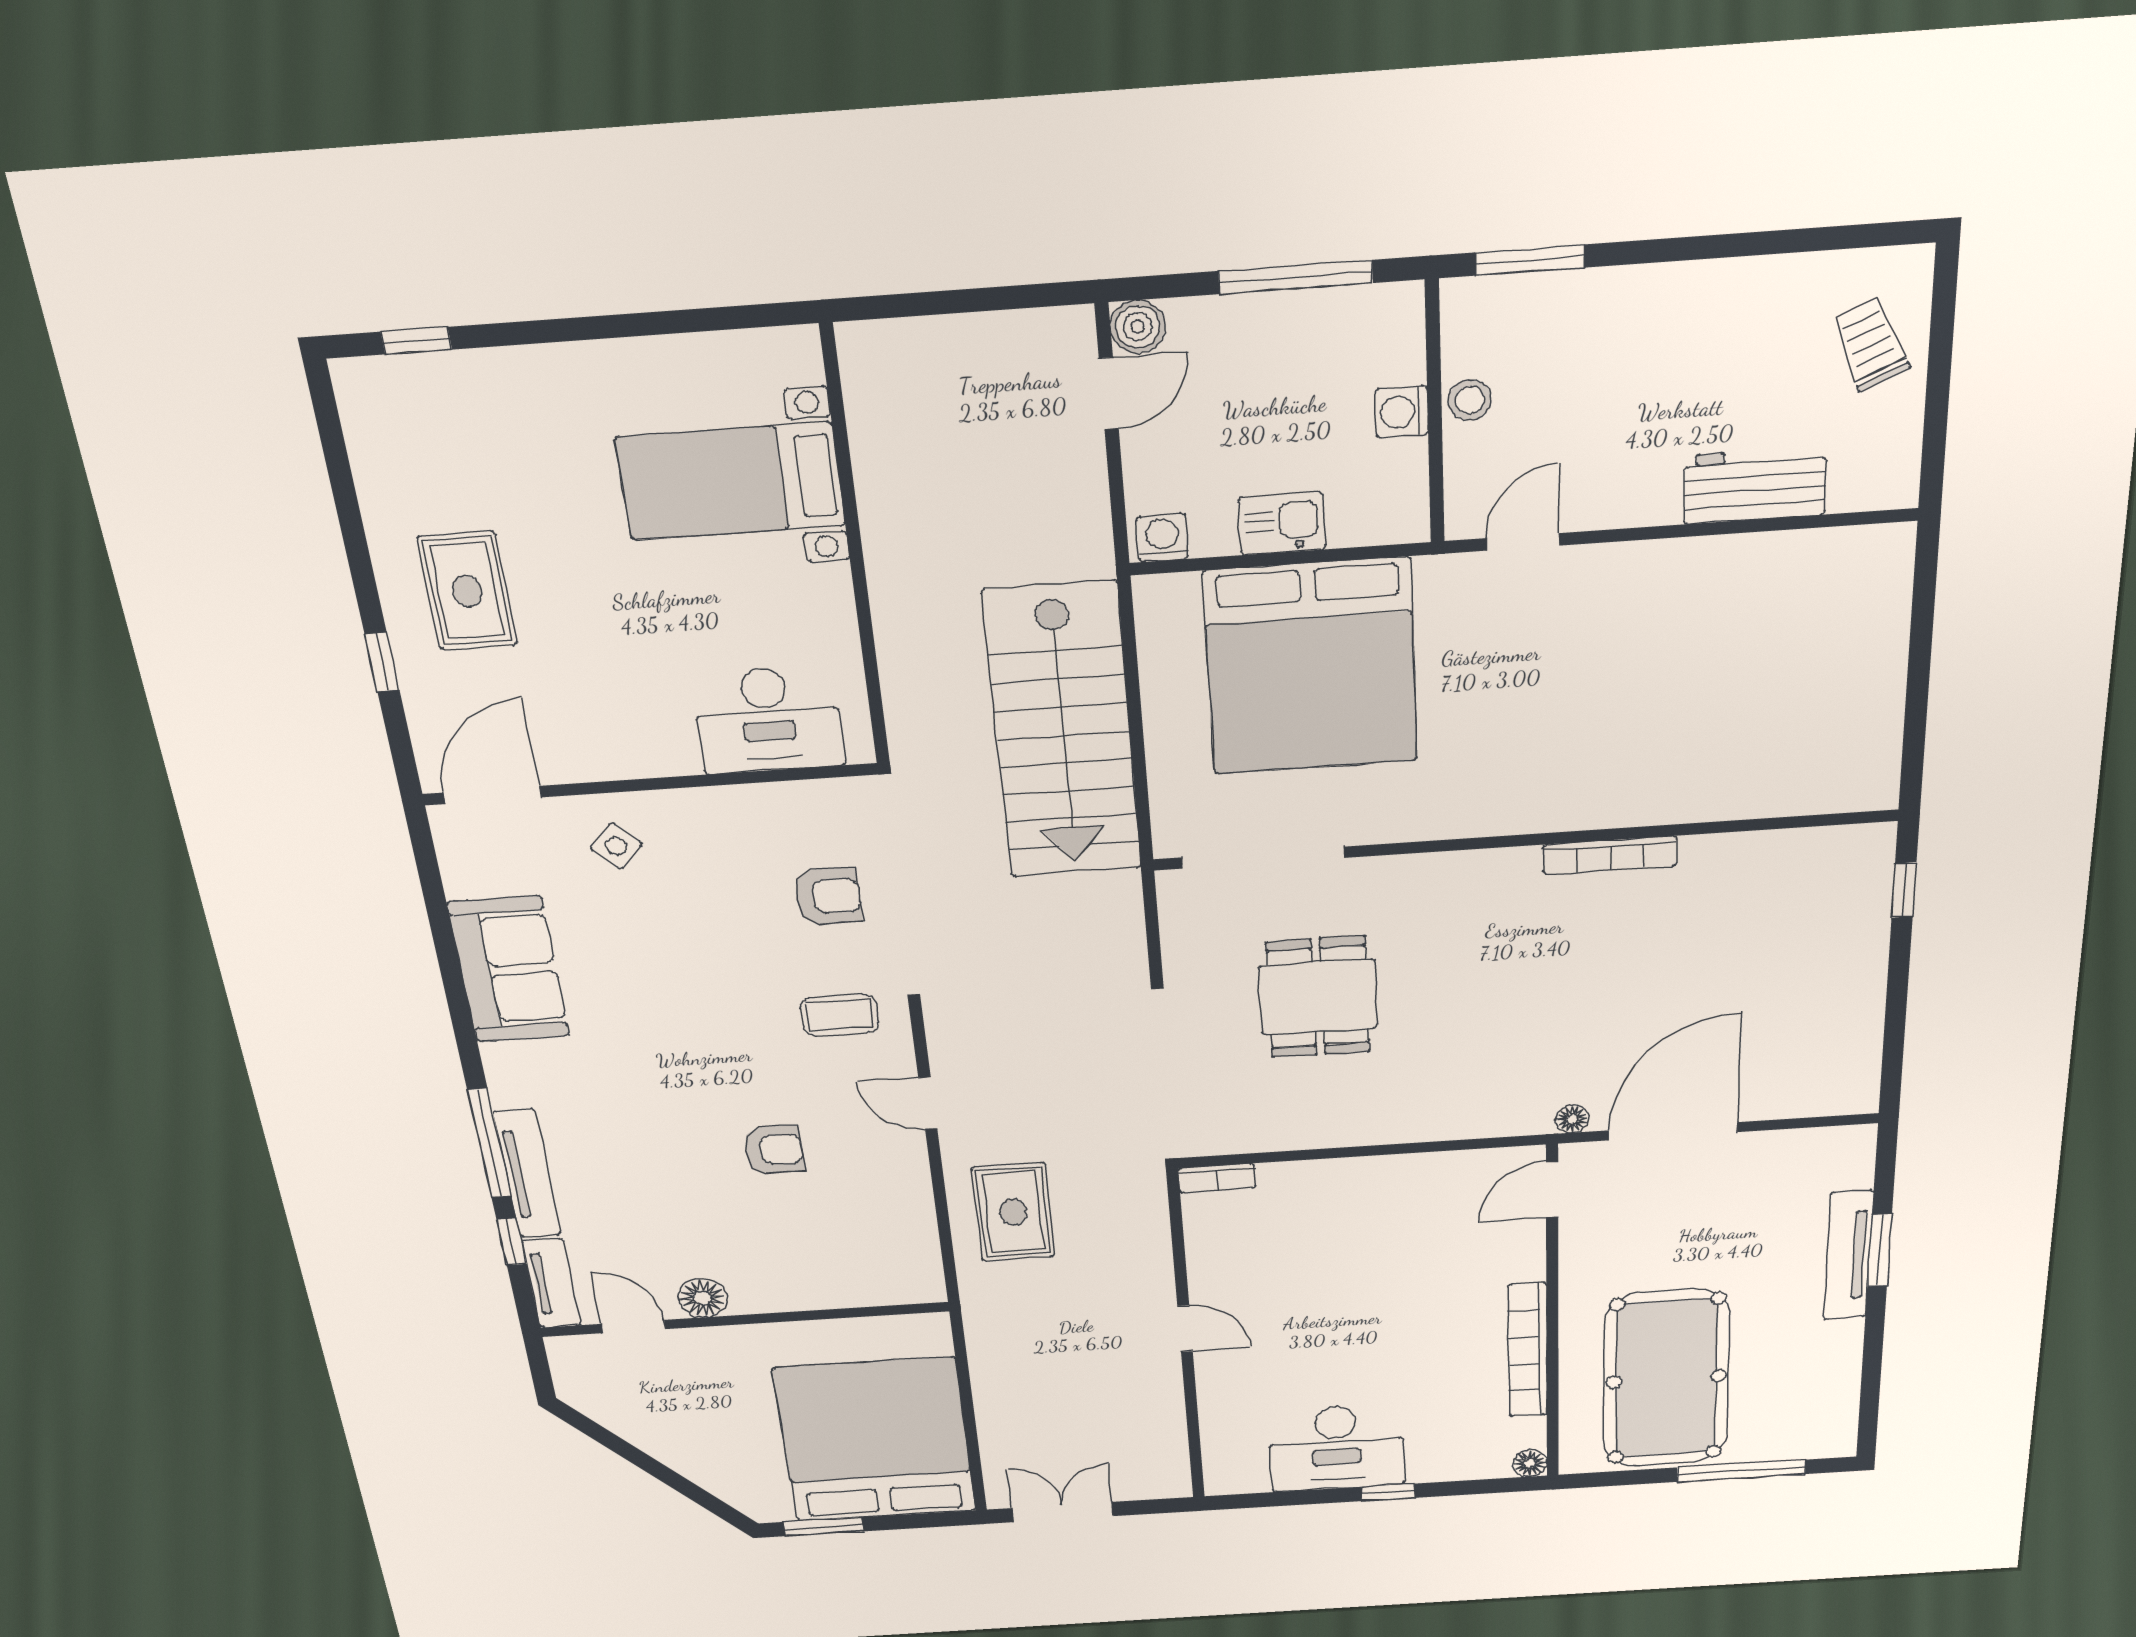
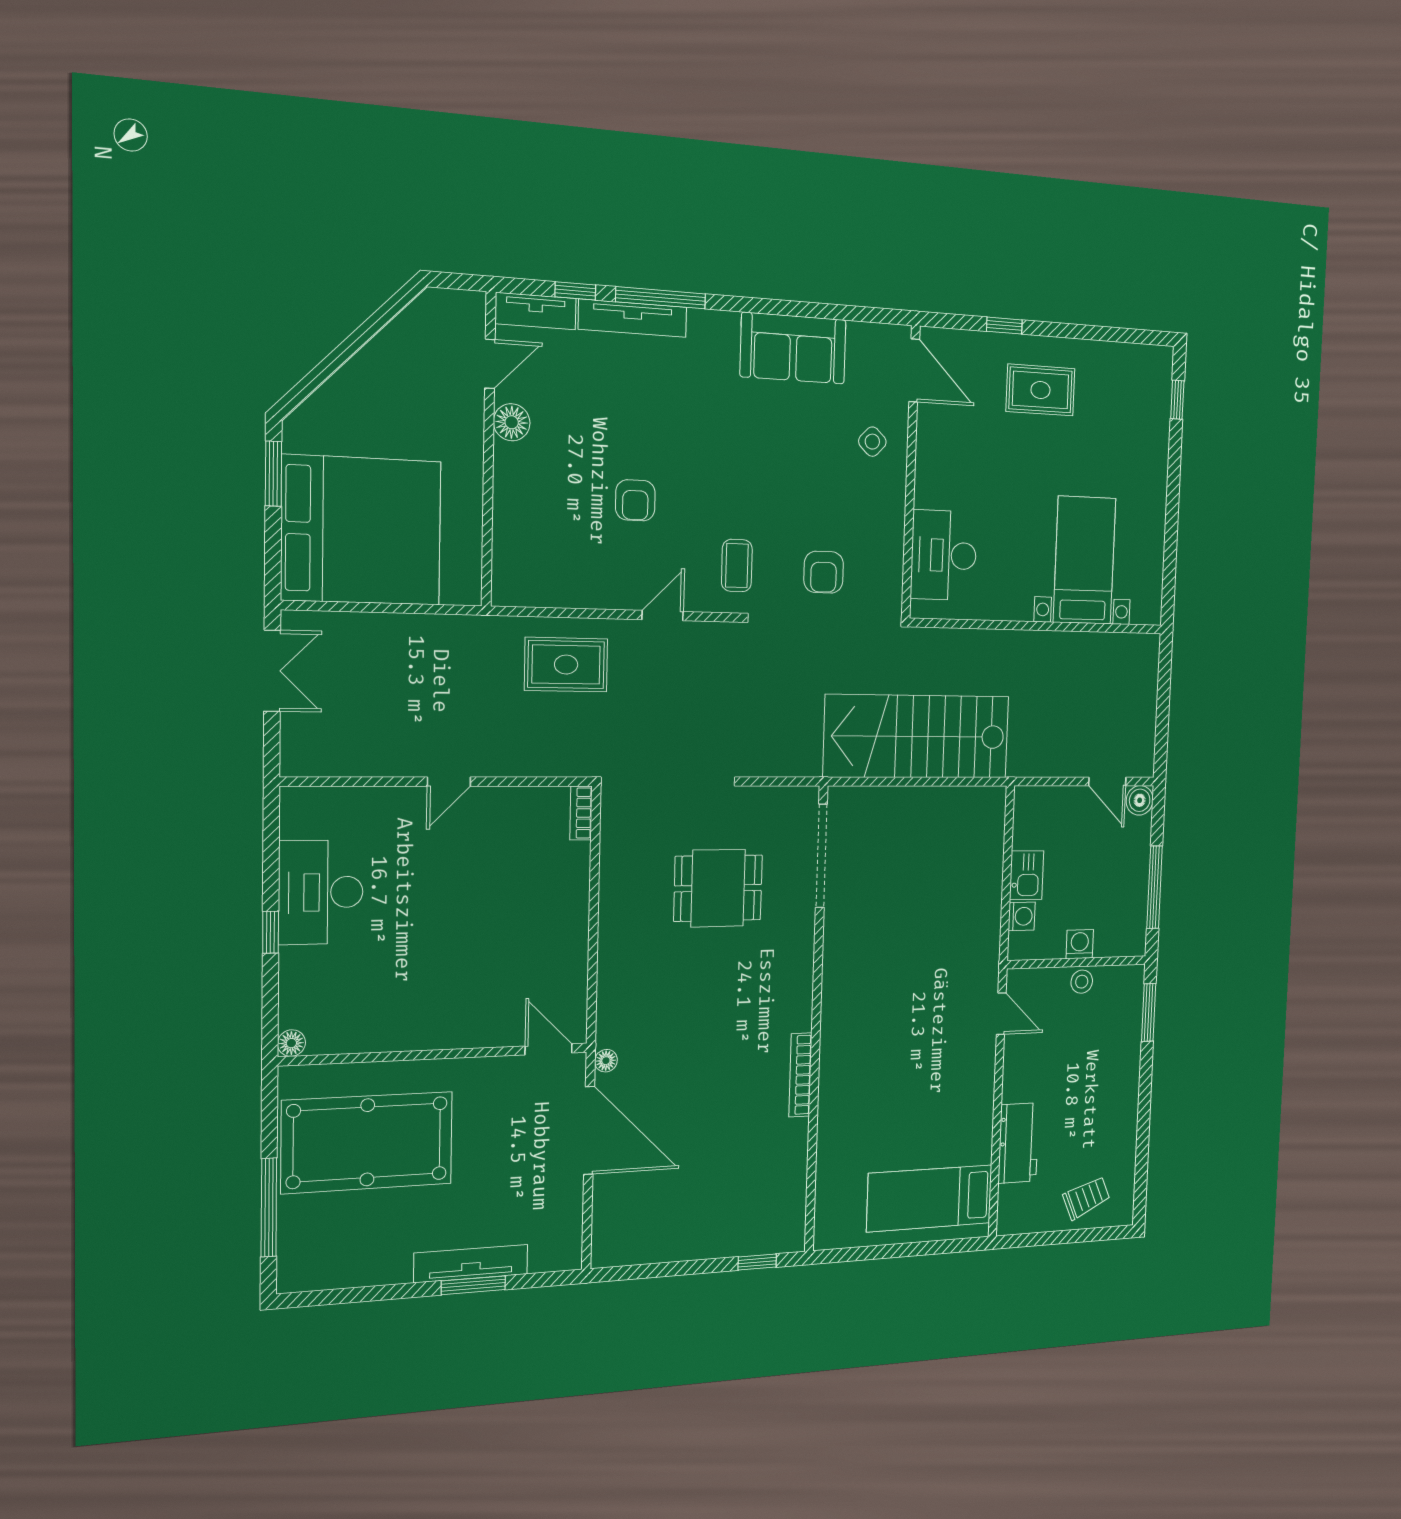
washing machine: (1162, 538) -> (1022, 916), moved
bed: (1311, 667) -> (930, 1198), moved, width x0.49
bookcase: (1528, 1350) -> (405, 1037), removed

